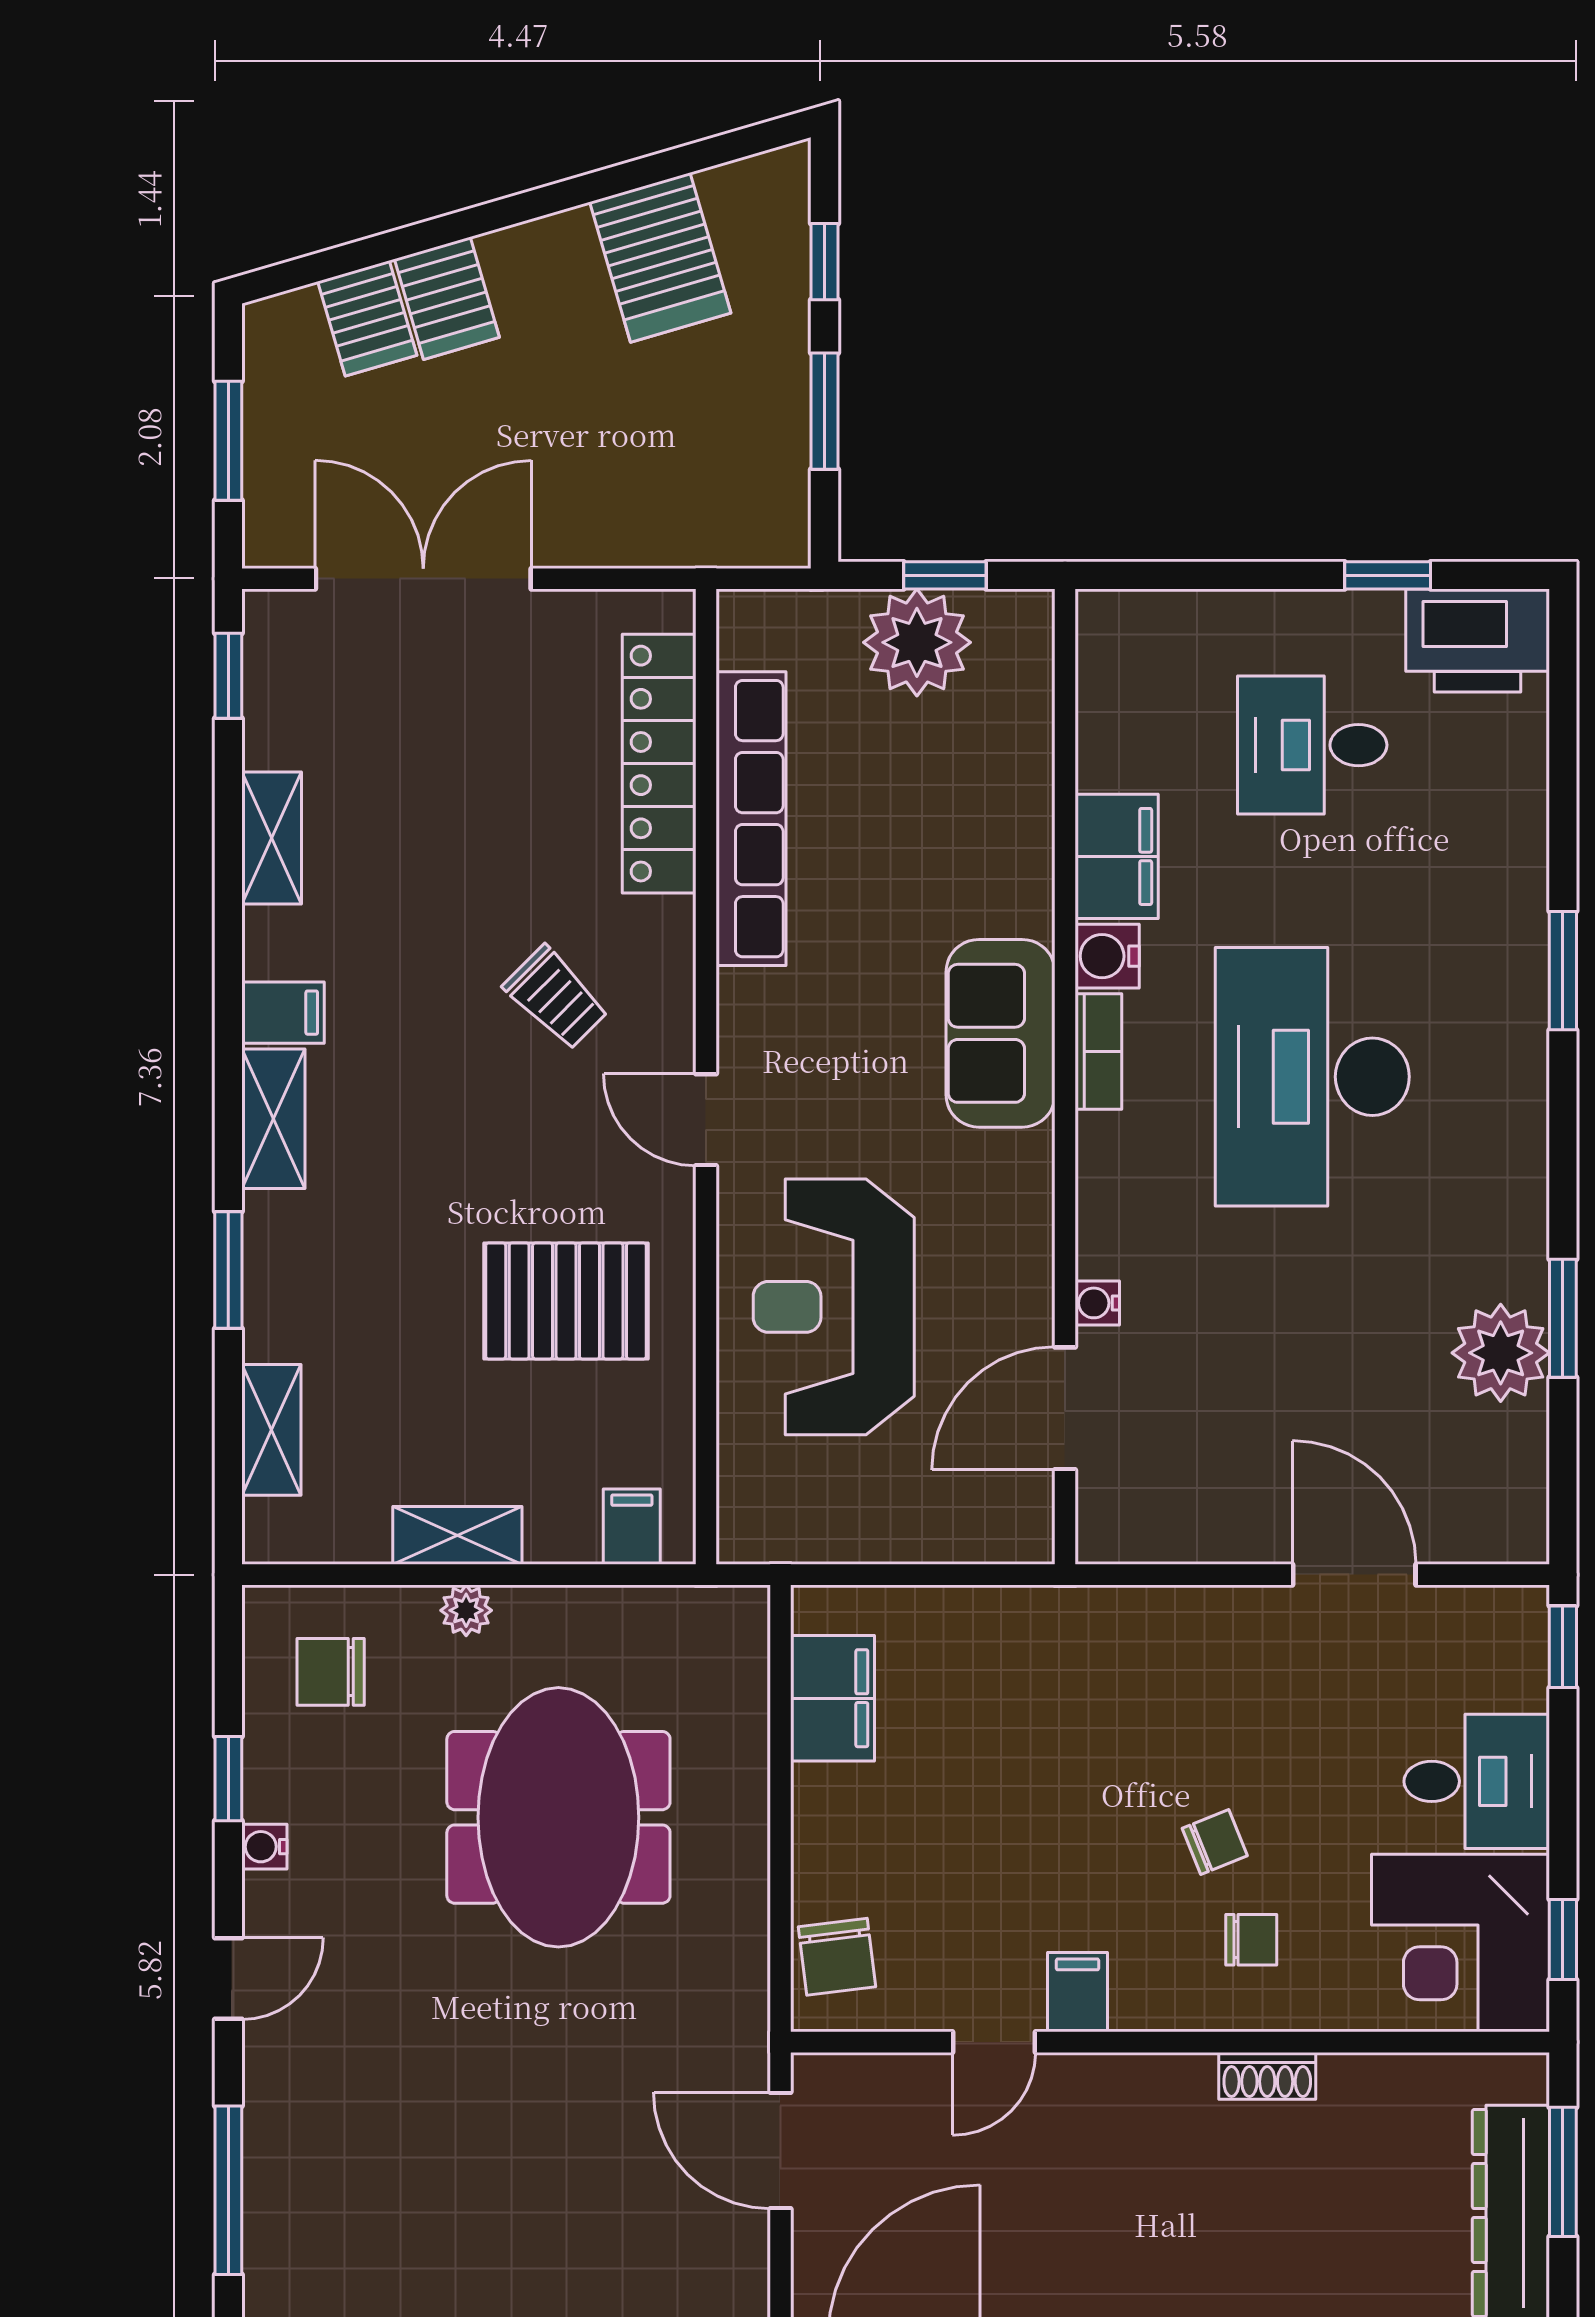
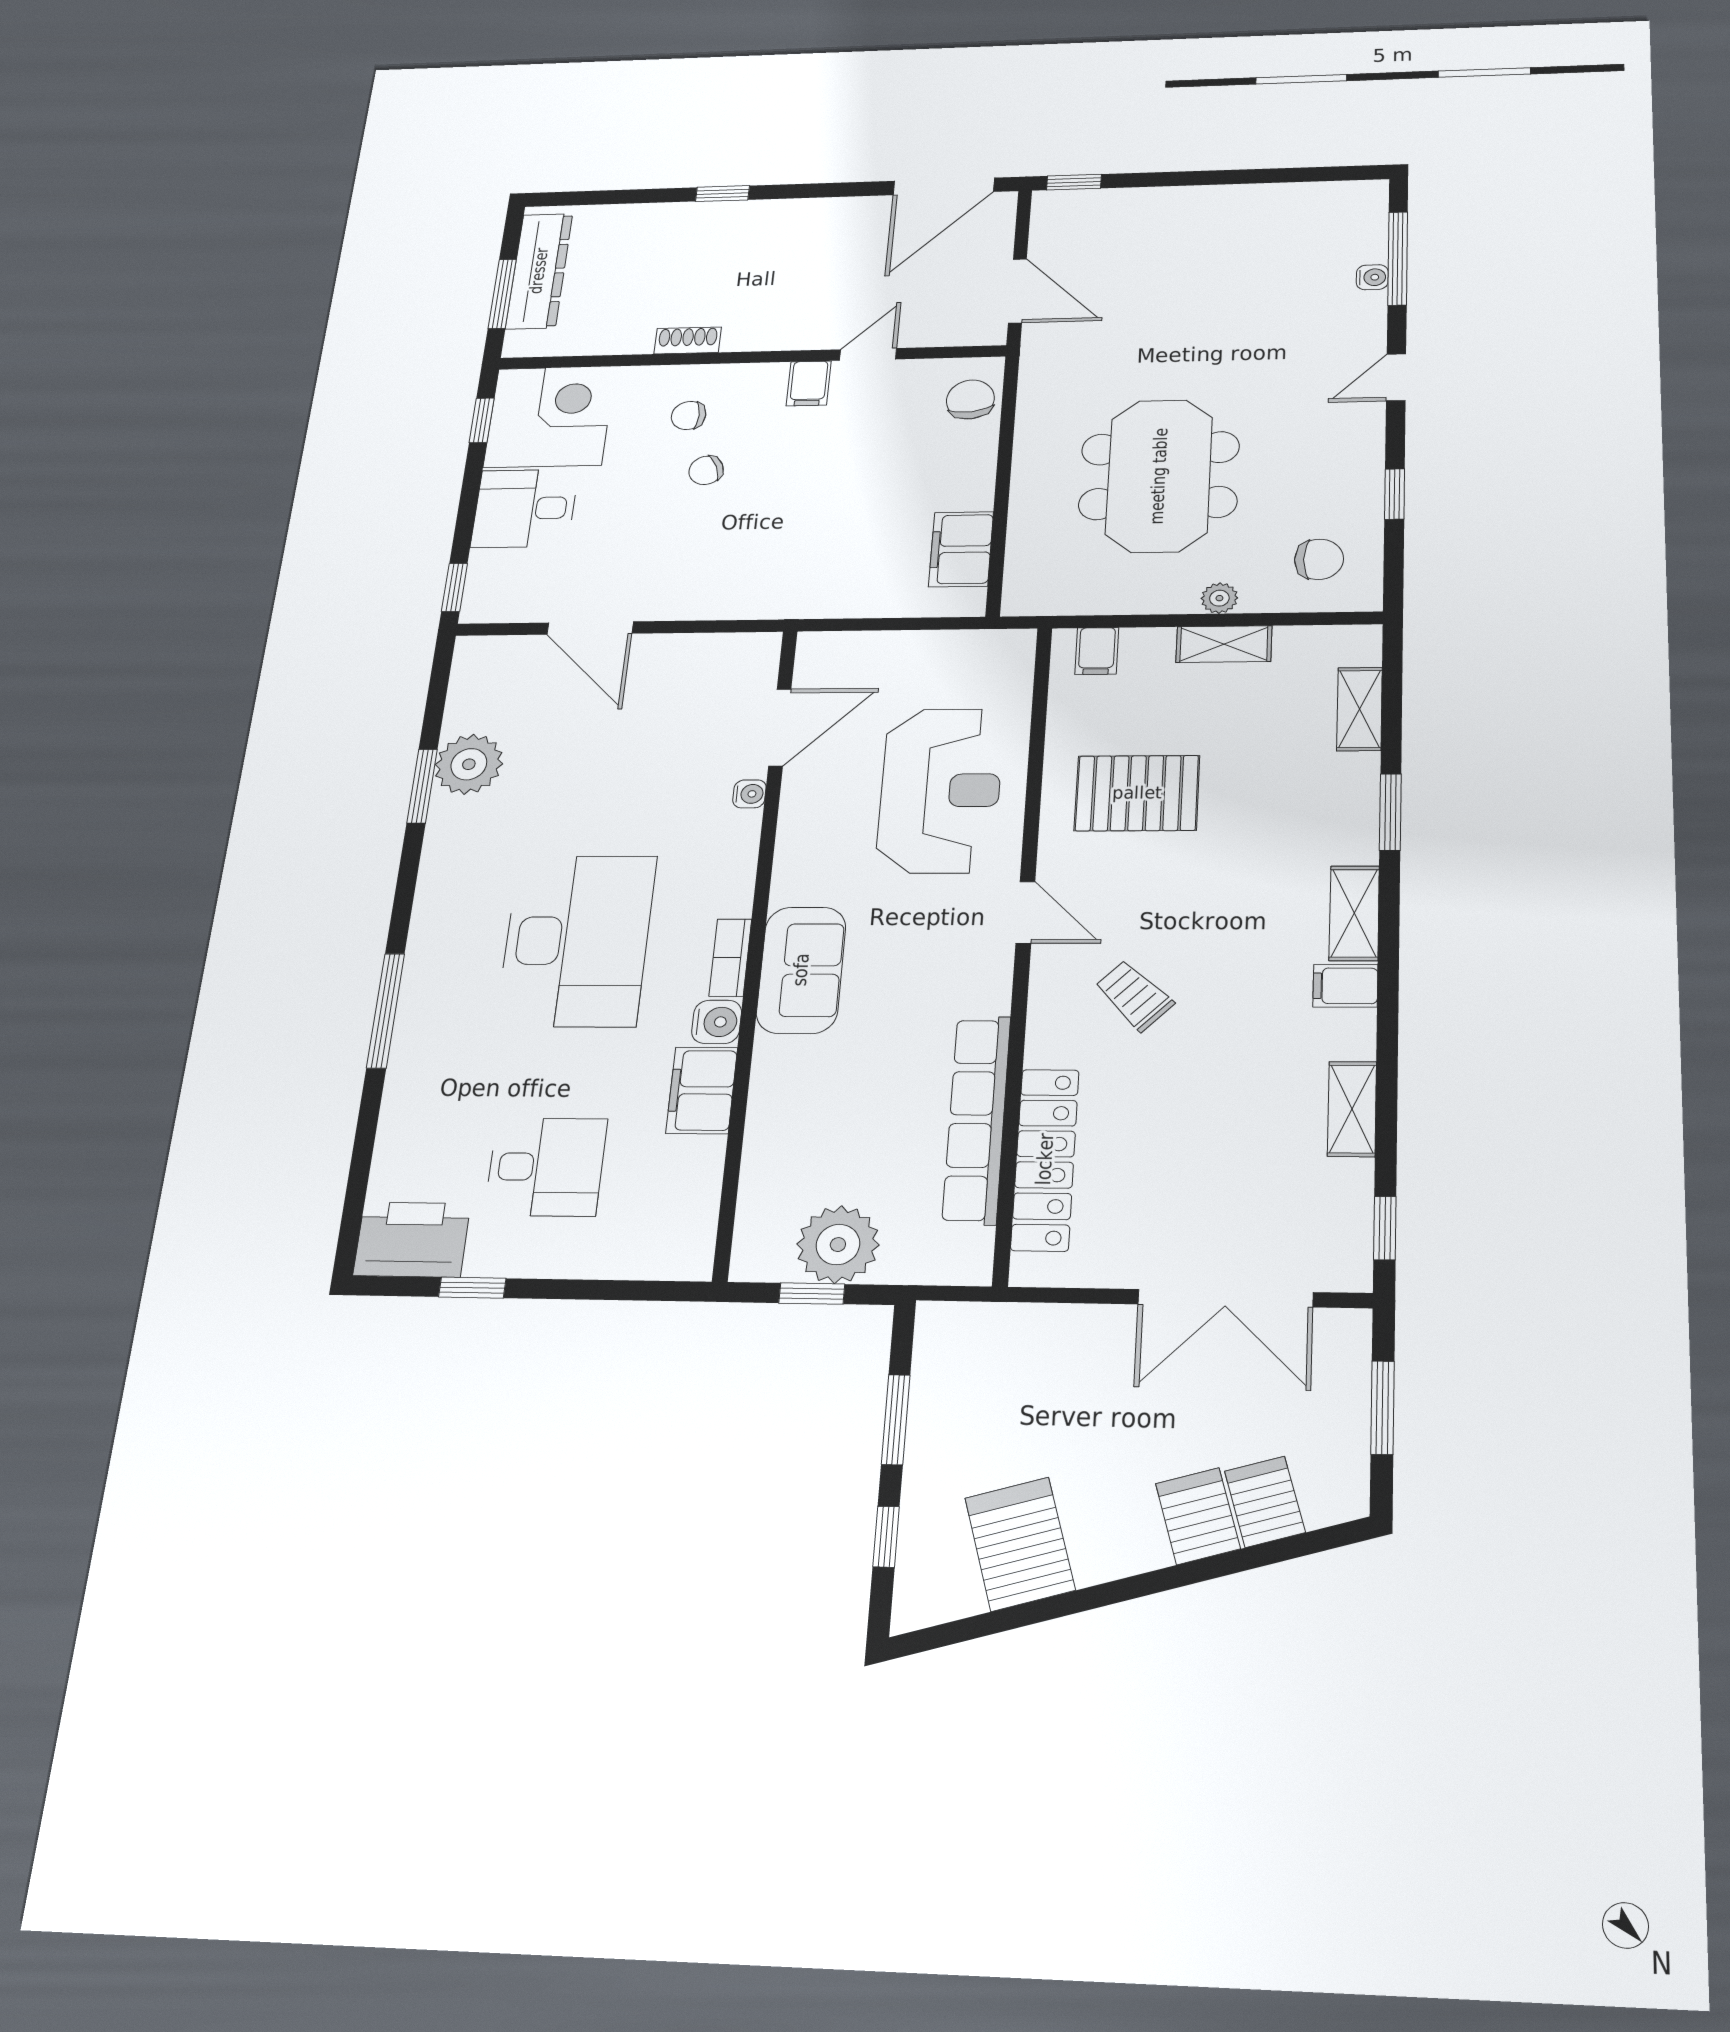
window: (1563, 971) -> (386, 1011), width x1.44
water cooler: (264, 1847) -> (1372, 277), moved

